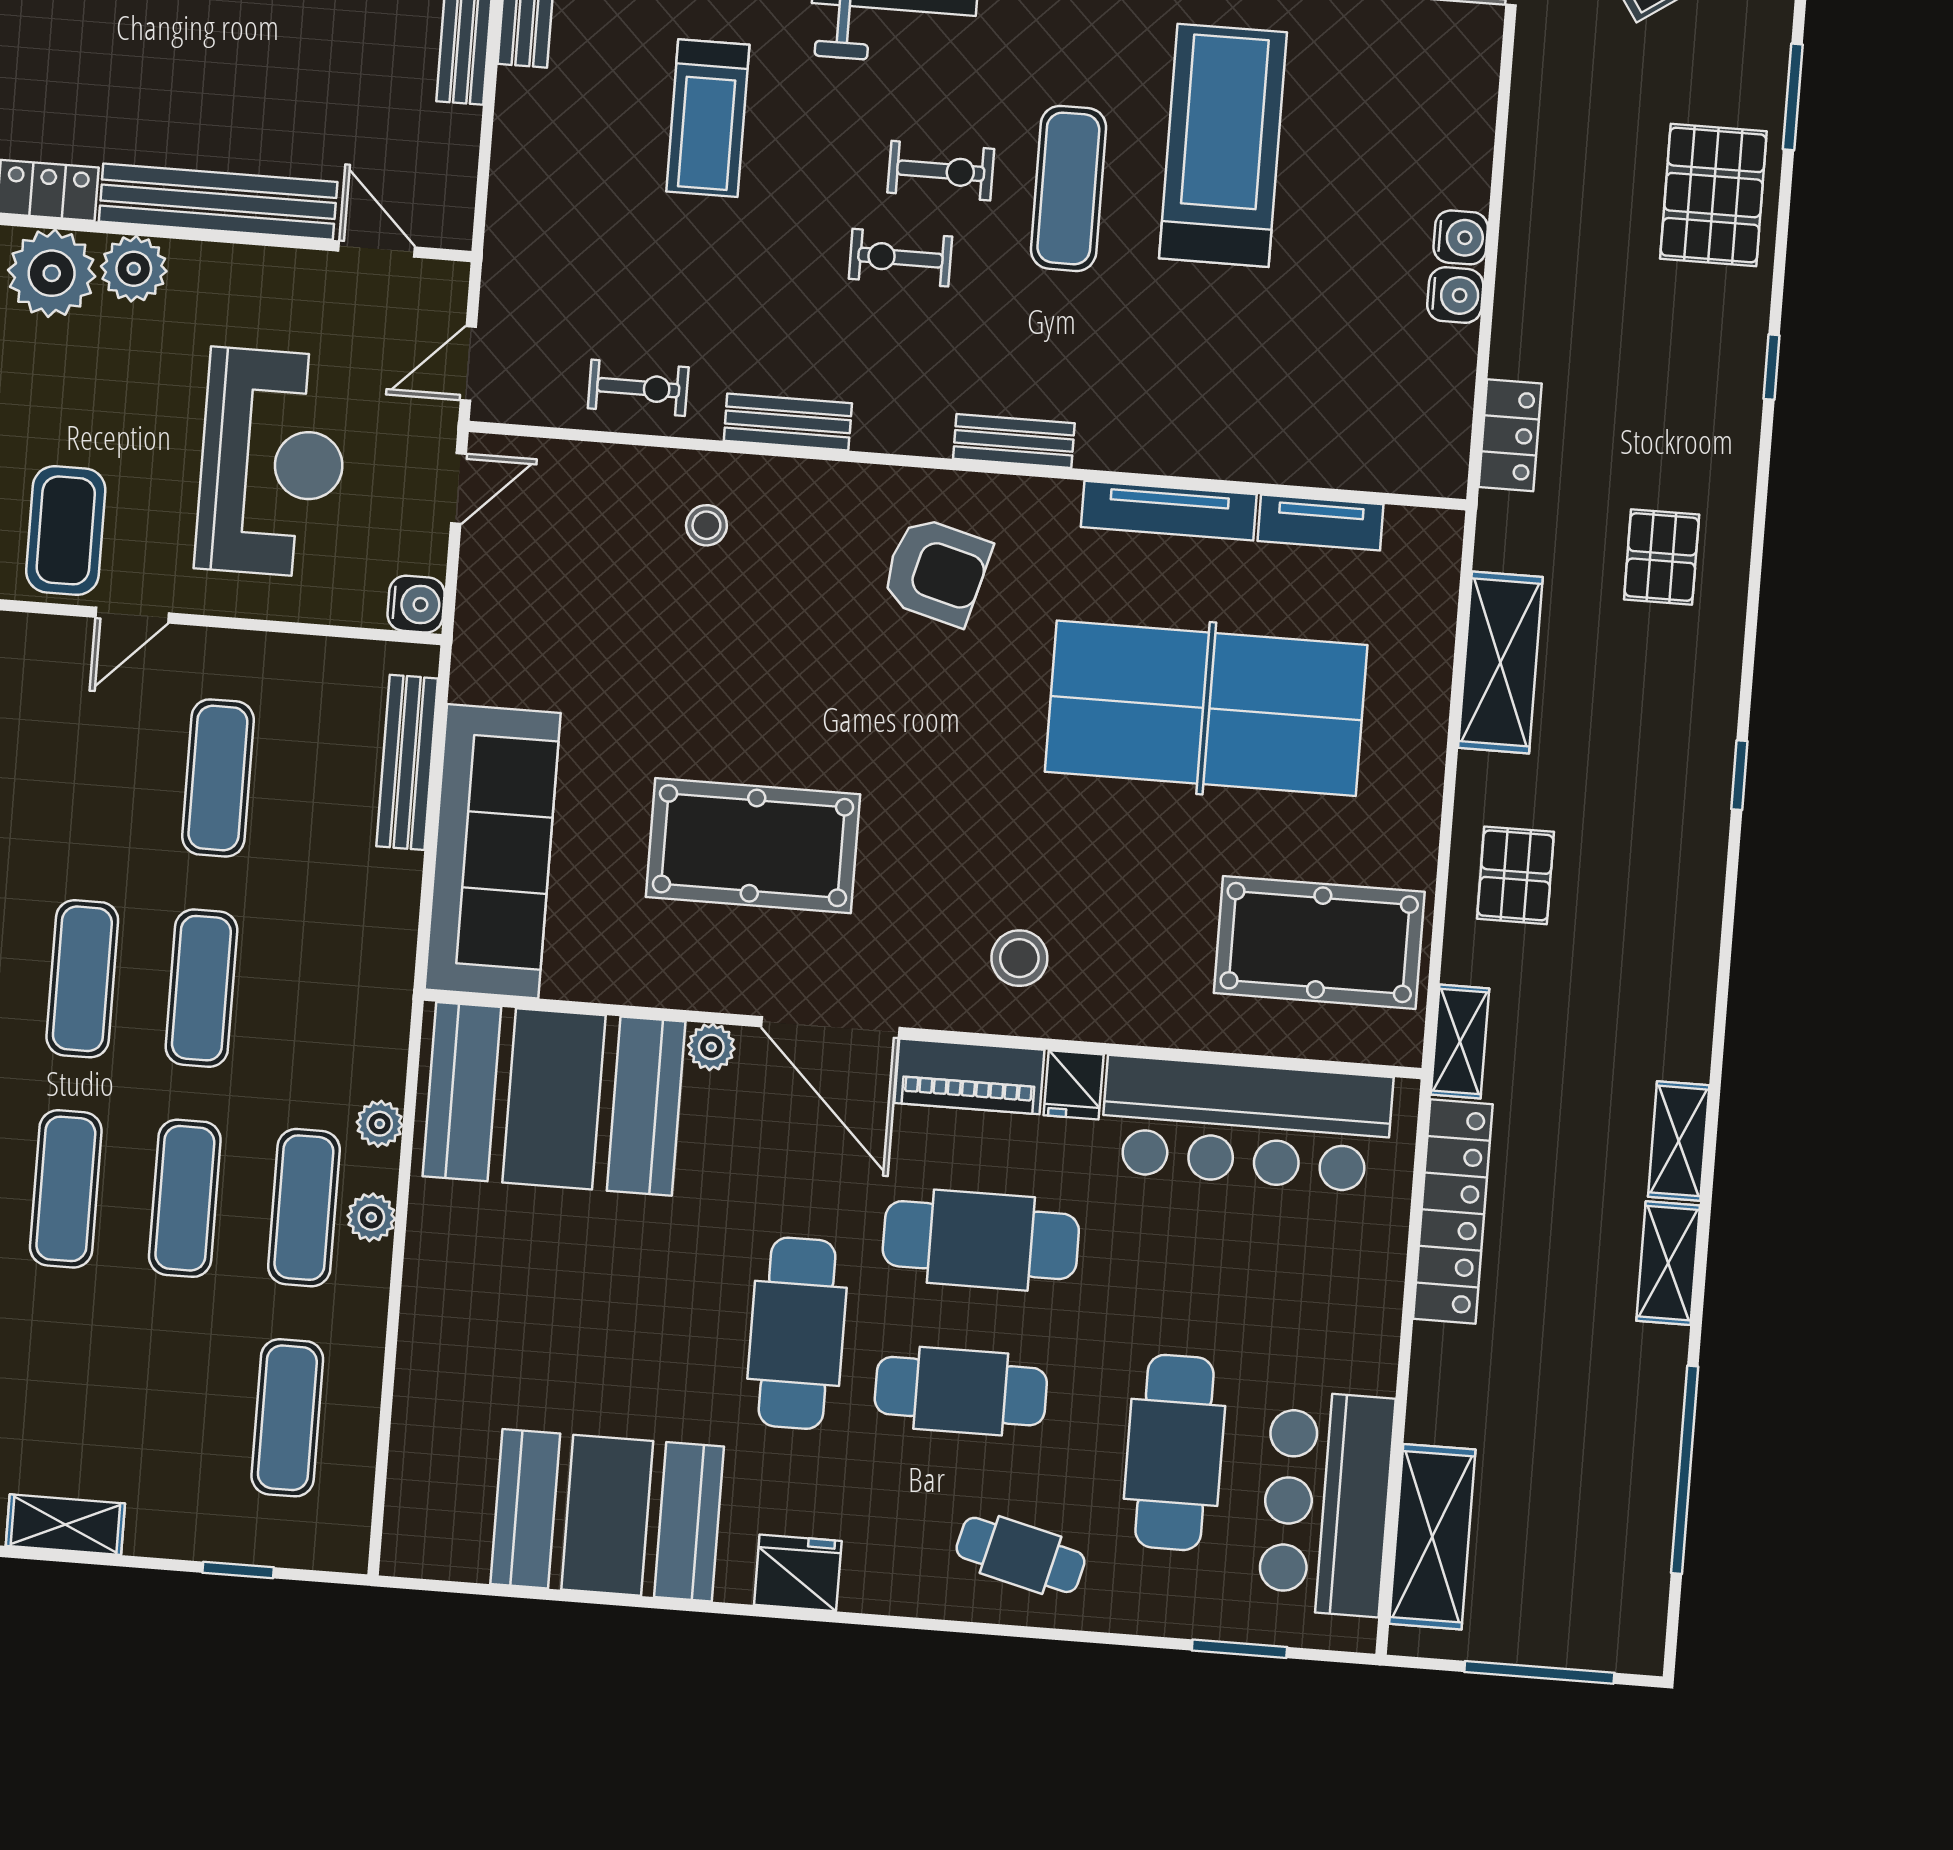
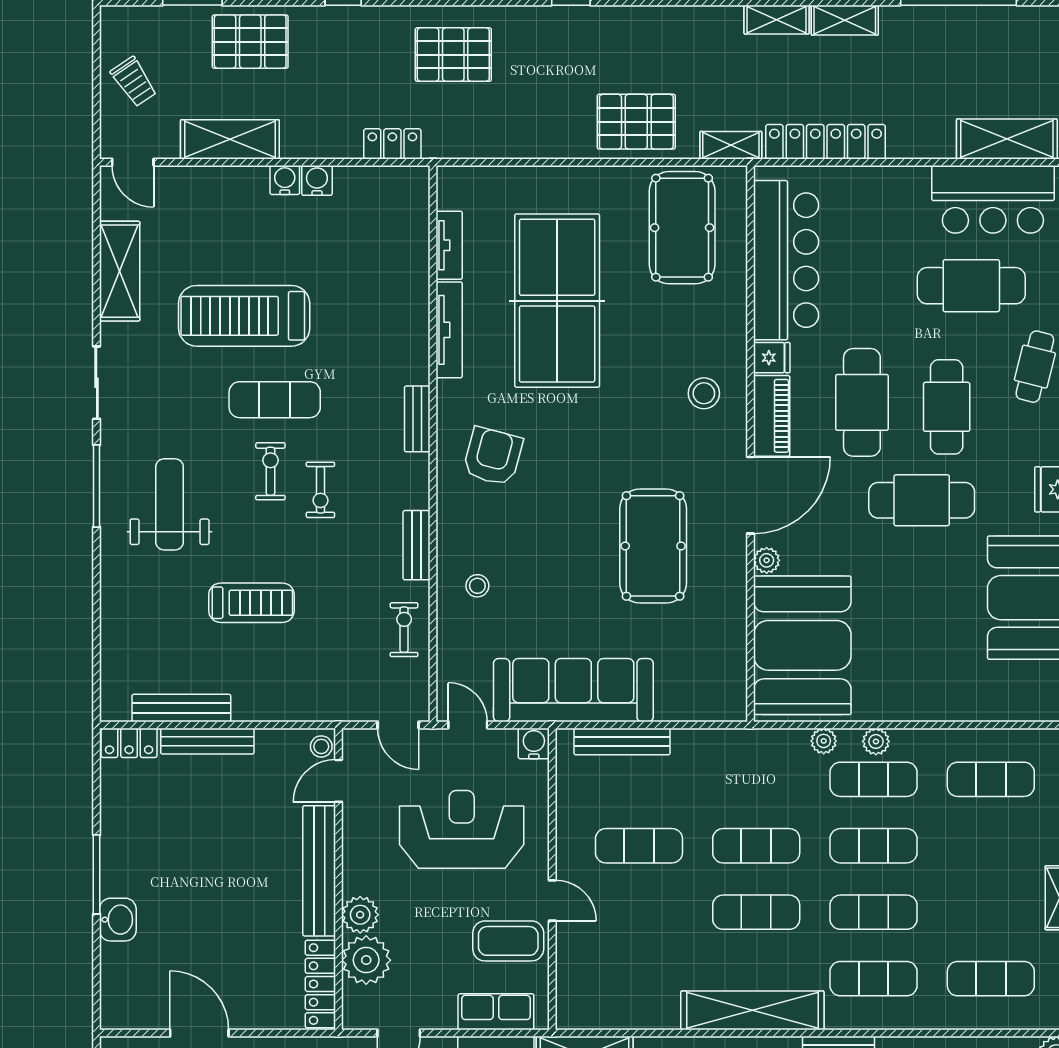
stool: (441, 223) -> (321, 746), added
pallet: (1662, 557) -> (453, 55), width x1.50, depth x1.42
shelving: (1500, 662) -> (230, 139), moved
sofa: (493, 851) -> (573, 690), moved
pallet: (1516, 875) -> (636, 122), width x1.50, depth x1.42

